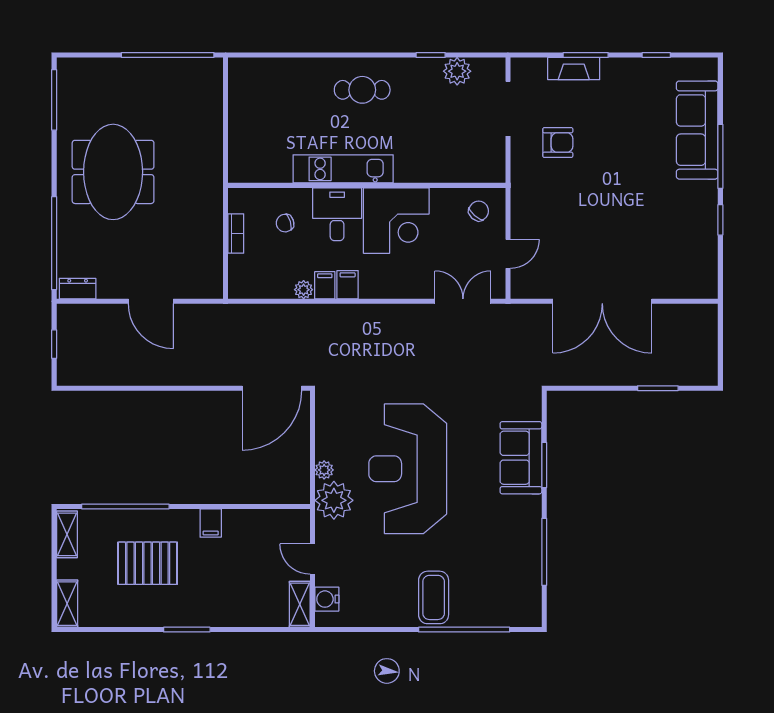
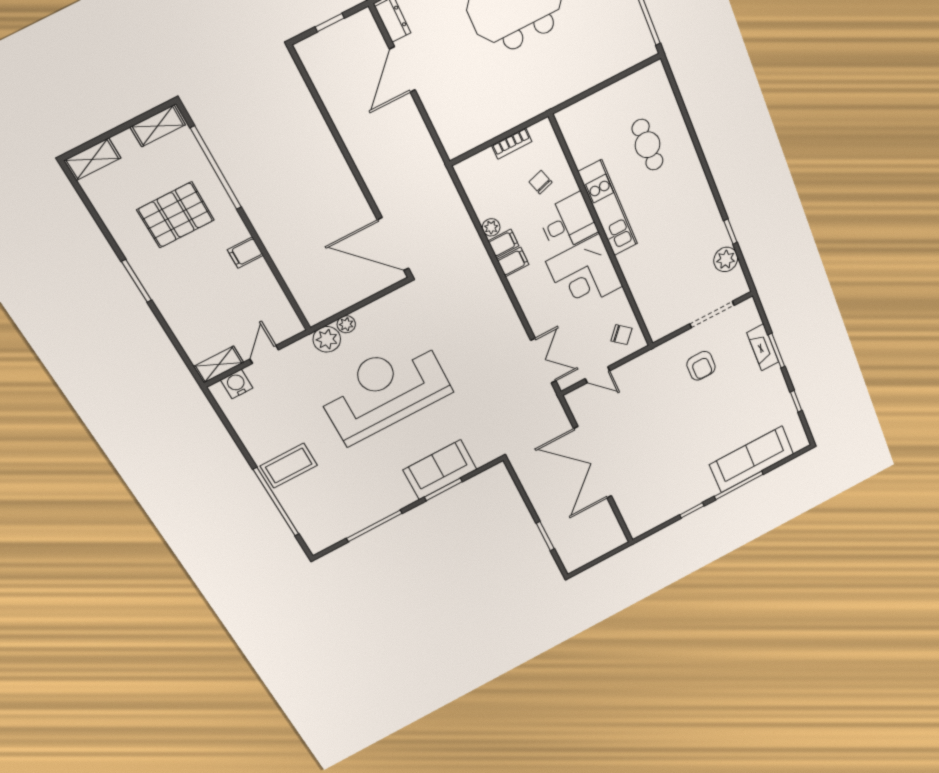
cafe table: (362, 90) -> (648, 145), moved
door: (151, 301) -> (402, 70), moved
plant: (334, 500) -> (327, 339), width x0.73, depth x0.73
pallet: (148, 563) -> (176, 215), turned 90

